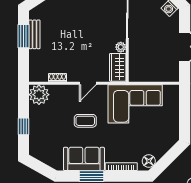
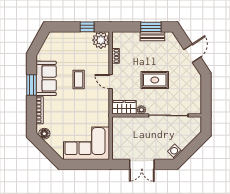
rug: (86, 31) -> (155, 80), added
corner sofa: (135, 104) -> (86, 143), moved, turned 90
window: (24, 126) -> (87, 27), moved

